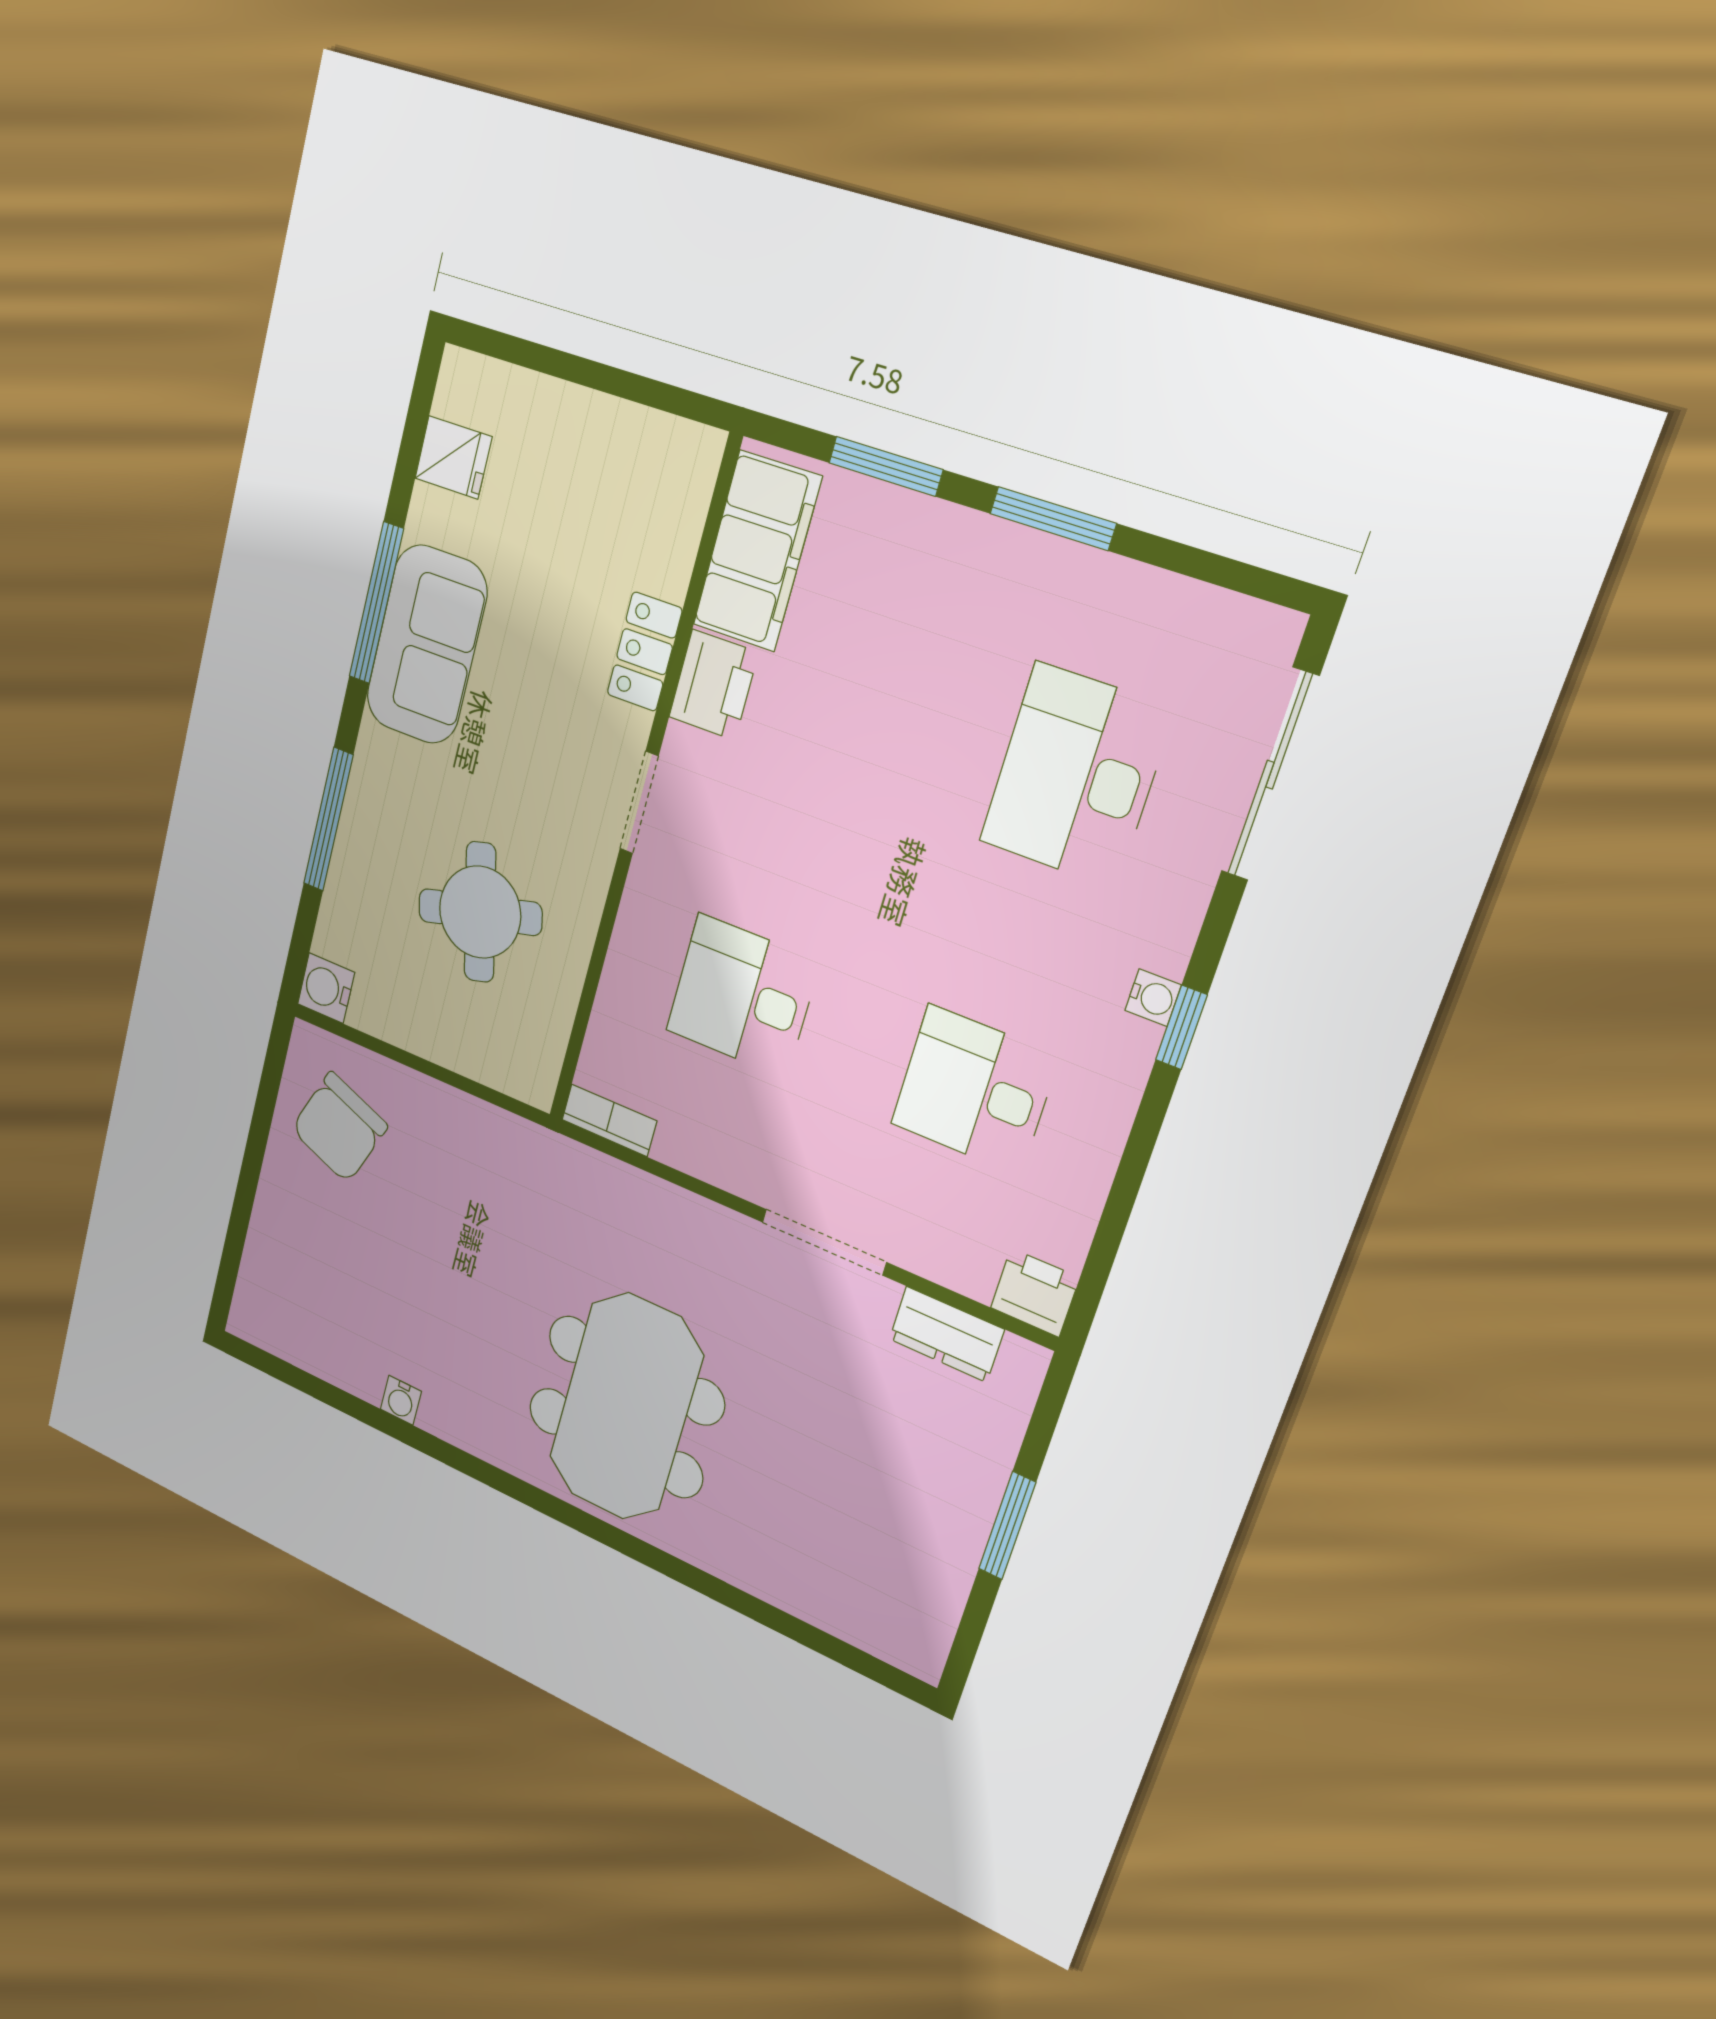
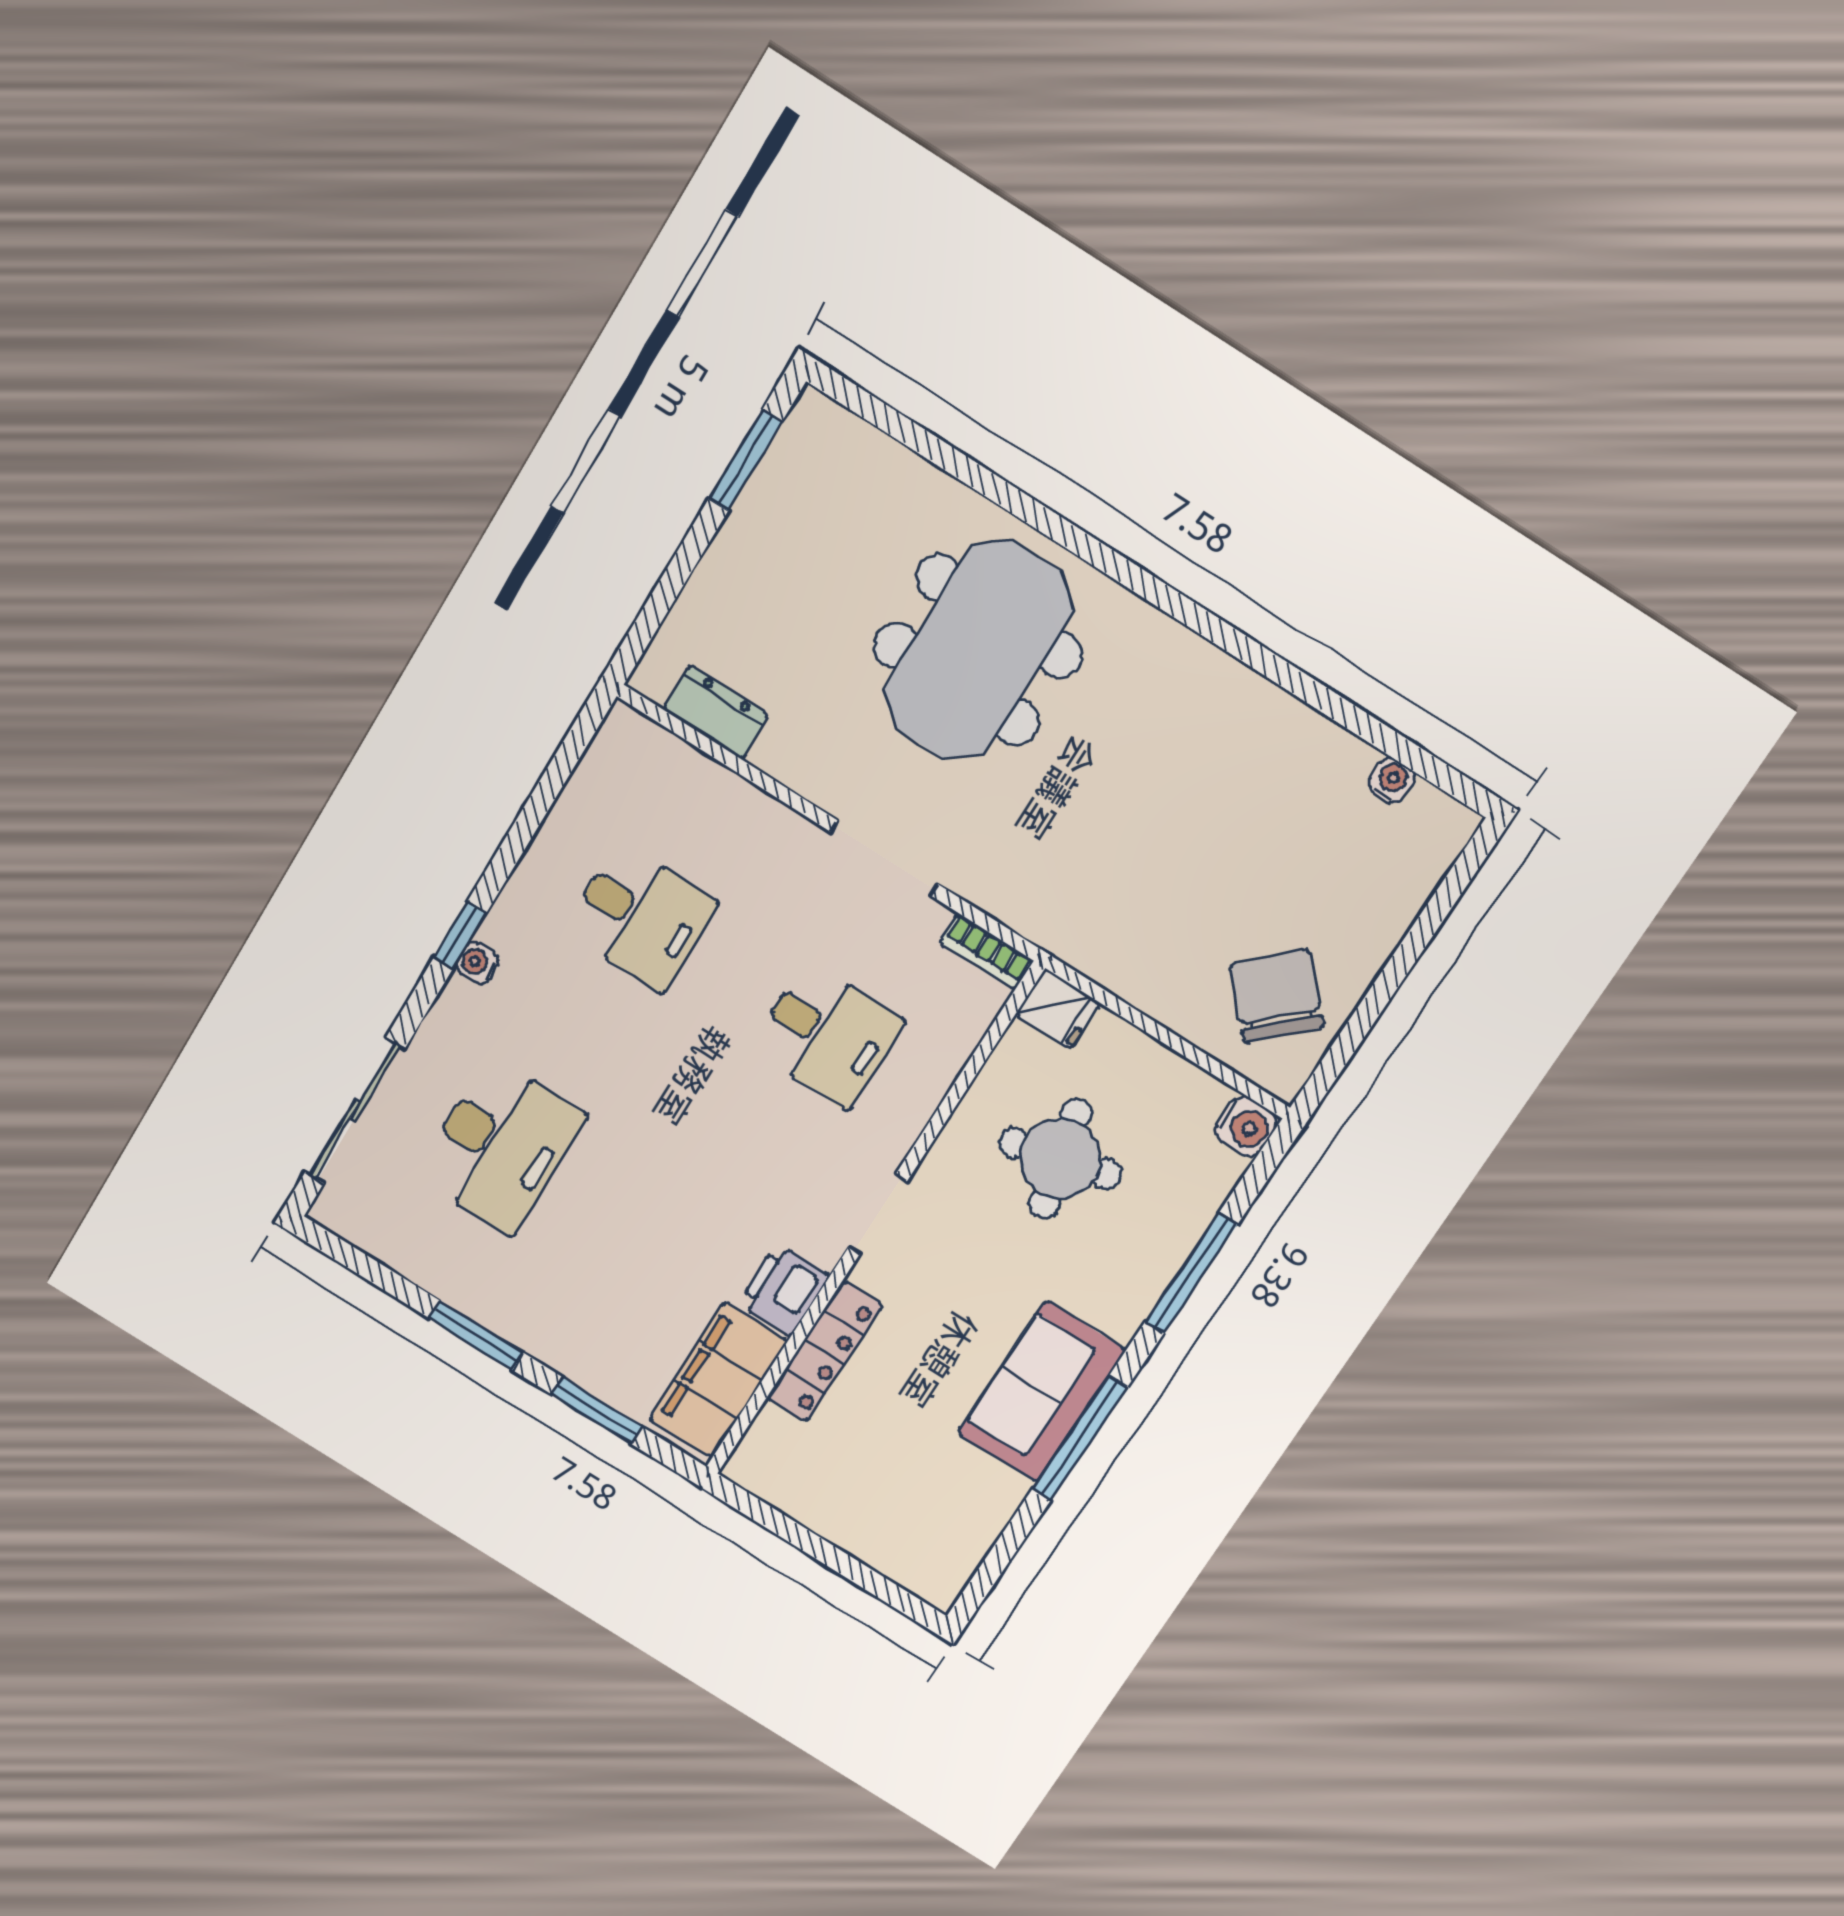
fridge: (453, 457) -> (1058, 1009), moved, turned 180
locker: (644, 652) -> (825, 1352), width x1.53
chair: (339, 1127) -> (1277, 996), turned -65
doorway: (824, 1242) -> (884, 858), moved
printer: (1035, 1293) -> (629, 738), removed
water cooler: (401, 1400) -> (1392, 781), moved
meeting table: (626, 1407) -> (978, 650), moved
window: (1007, 1526) -> (745, 460), moved

